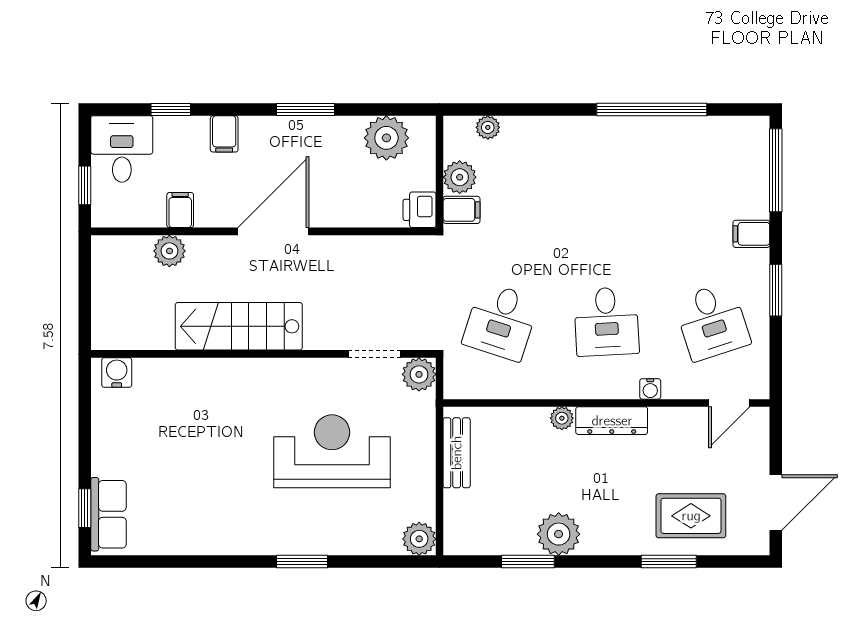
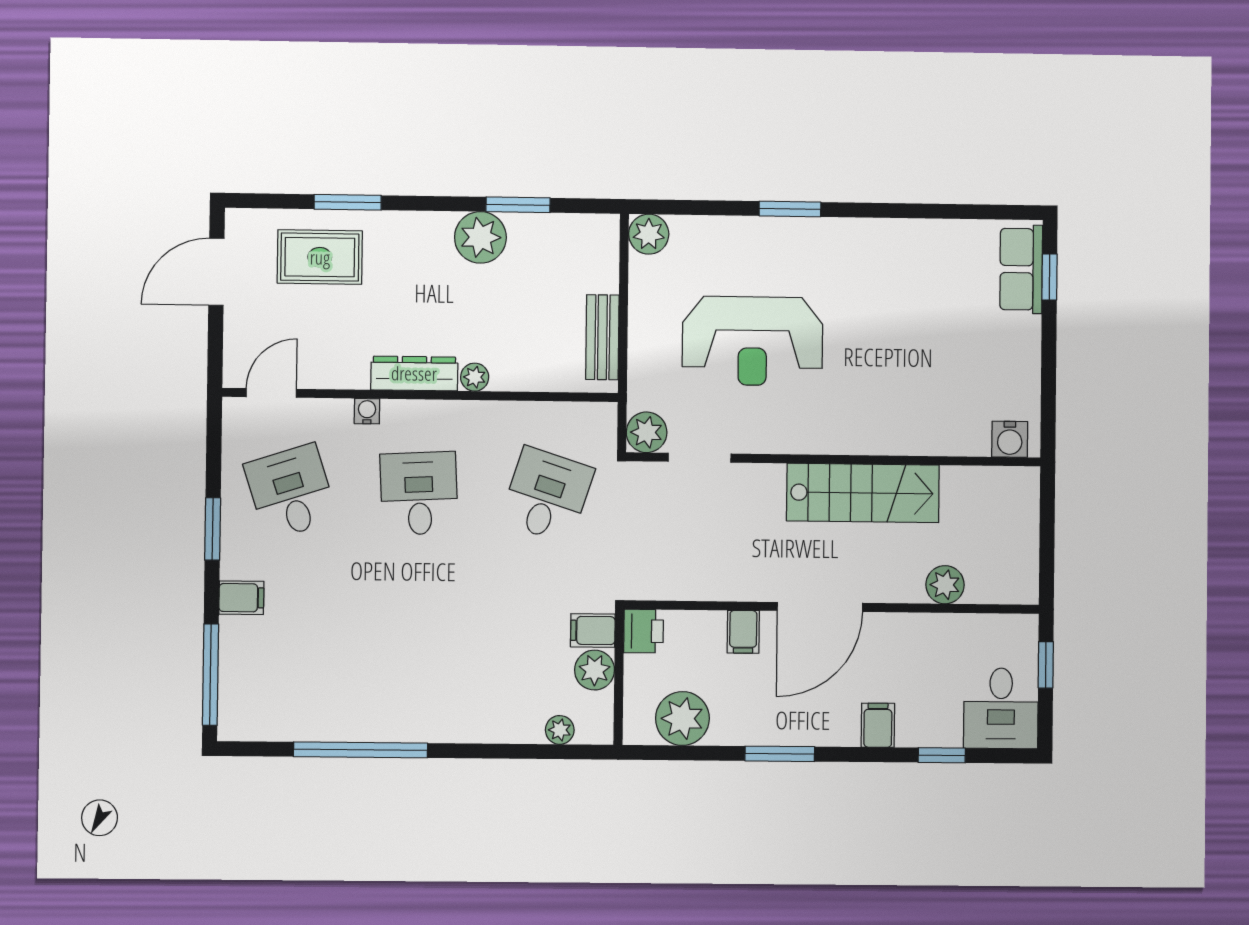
filing cabinet: (180, 210) -> (743, 632), moved

